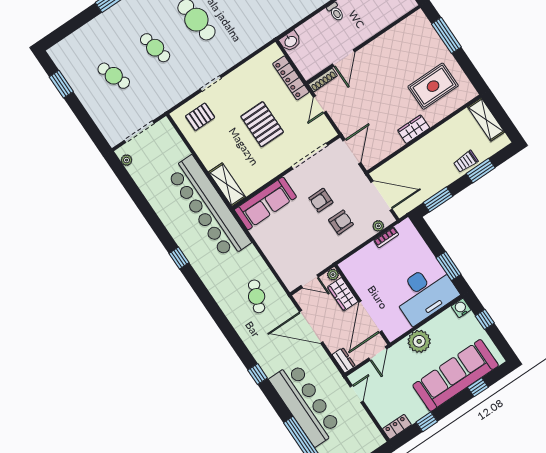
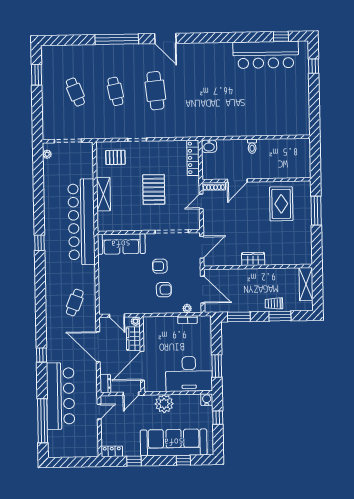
locker: (291, 78) -> (193, 158), moved
rug: (433, 86) -> (281, 204), moved, turned 90
shelving: (227, 185) -> (103, 194), moved

